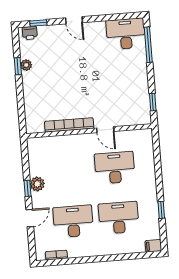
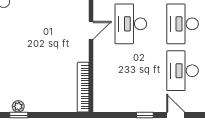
bookcase: (69, 125) -> (83, 87), moved
plant: (37, 184) -> (141, 105), removed

